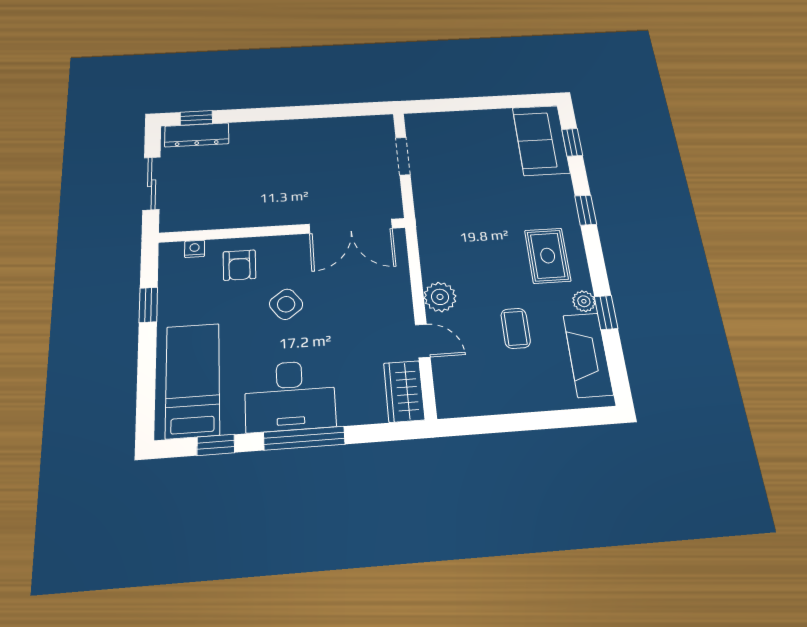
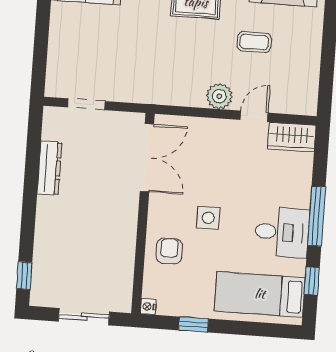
dresser: (197, 135) -> (49, 168), moved
nightstand: (195, 249) -> (148, 307), moved
armchair: (239, 265) -> (169, 251), turned -90
side table: (286, 304) -> (208, 218), turned 37
desk: (290, 396) -> (282, 232), width x0.73

